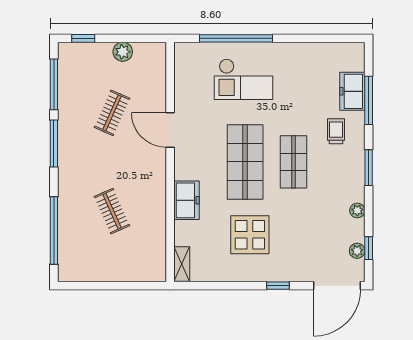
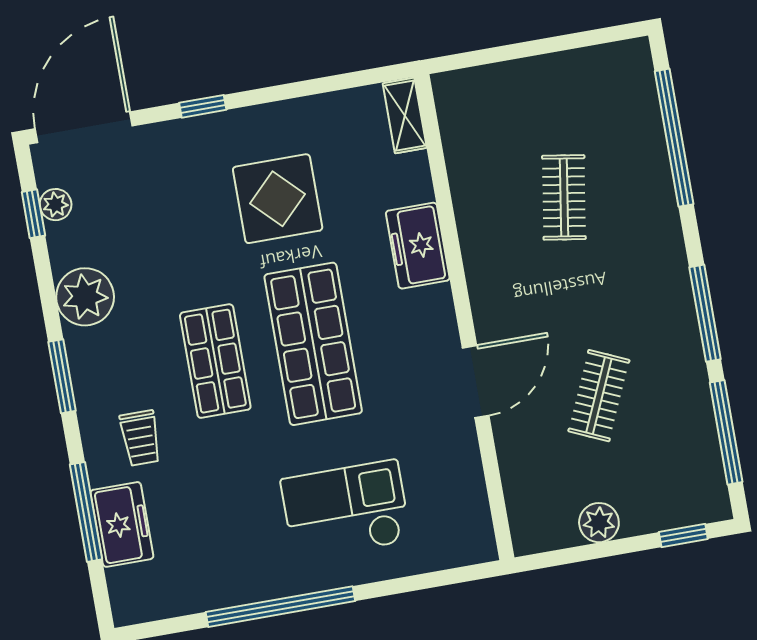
window: (236, 38) -> (280, 607), moved
door: (170, 130) -> (476, 382), hinge flipped
plant: (357, 210) -> (85, 297), width x1.88, depth x1.88
clothes rail: (112, 211) -> (564, 197), turned 33

